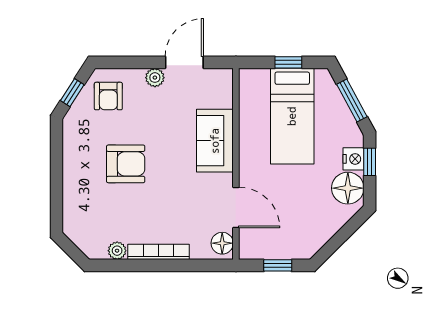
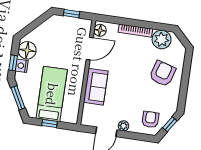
armchair: (126, 164) -> (163, 74), moved, turned 106
door: (236, 208) -> (90, 49), swing flipped
plant: (117, 251) -> (162, 40), width x1.88, depth x1.88

